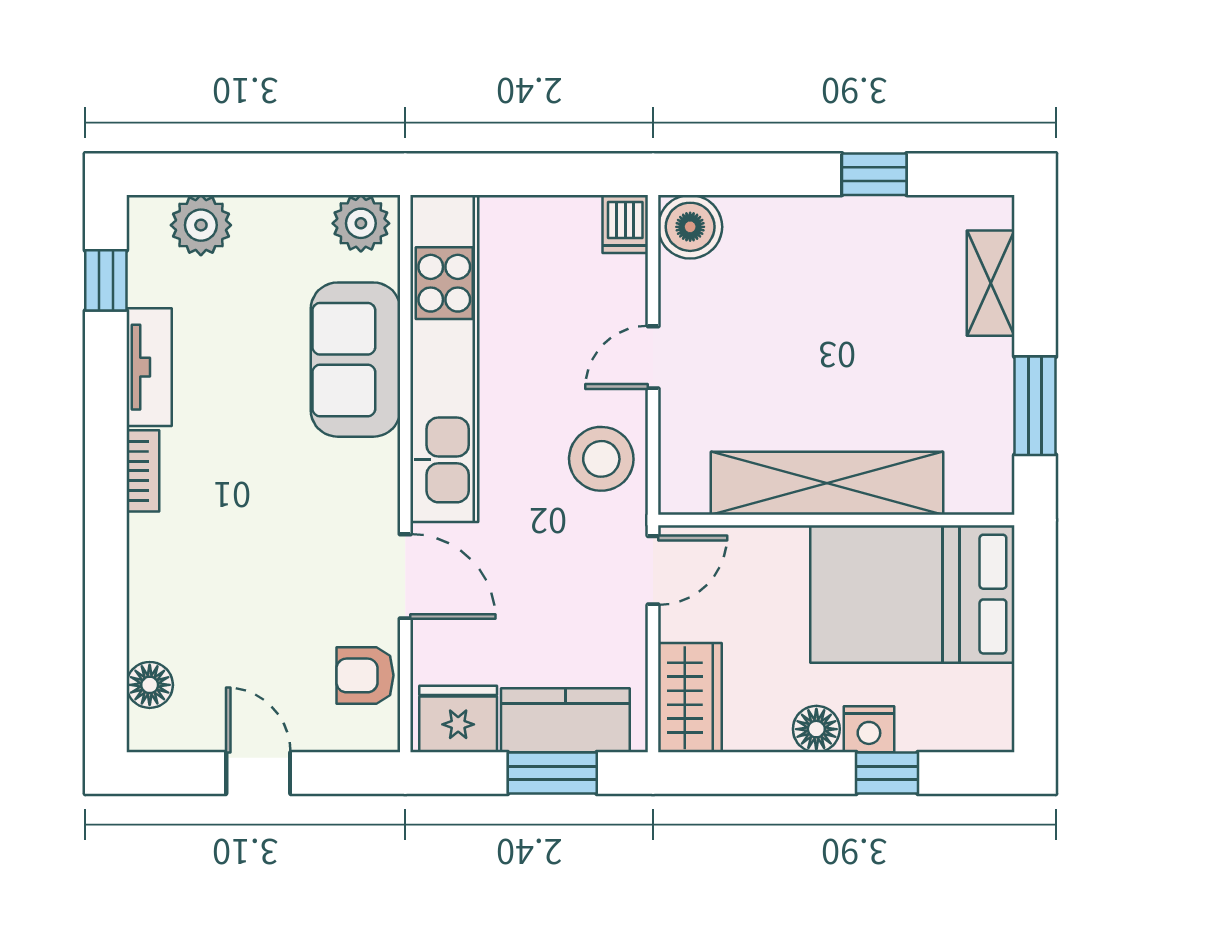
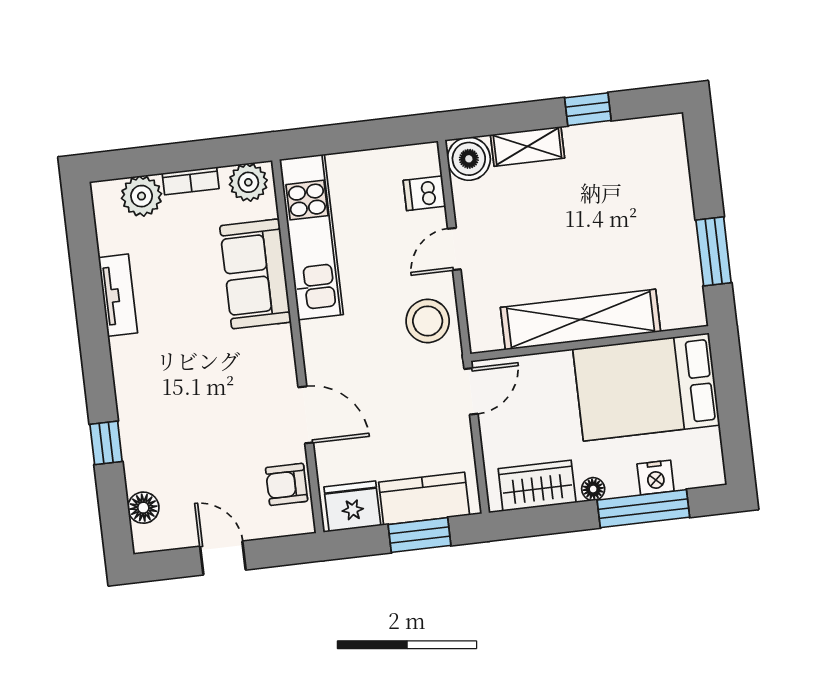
dishwasher: (625, 224) -> (424, 193), moved, turned 90
window: (106, 280) -> (106, 443), moved
shelving: (991, 283) -> (527, 146), moved, turned 90
kitchen unit: (444, 358) -> (311, 237), width x0.73
bookcase: (143, 471) -> (191, 181), moved, turned 90
wardrobe: (690, 698) -> (537, 486), moved, turned -90
floor lamp: (816, 729) -> (593, 489), width x0.73, depth x0.73
nightstand: (869, 729) -> (656, 478), moved
window: (887, 773) -> (643, 509), width x2.17

